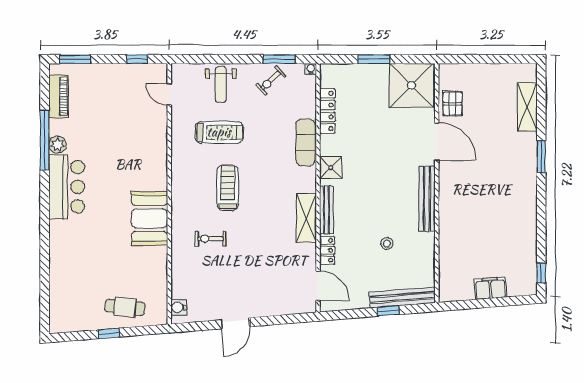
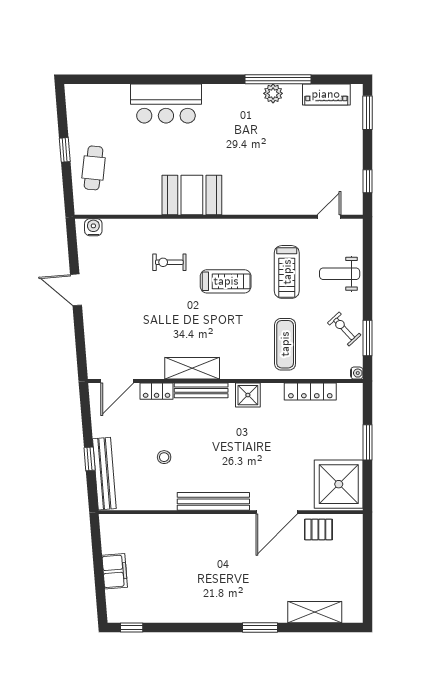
exercise mat: (306, 142) -> (285, 344), moved, turned 90
bar counter: (67, 187) -> (166, 103), moved
exercise bike: (210, 239) -> (169, 262), turned -90

